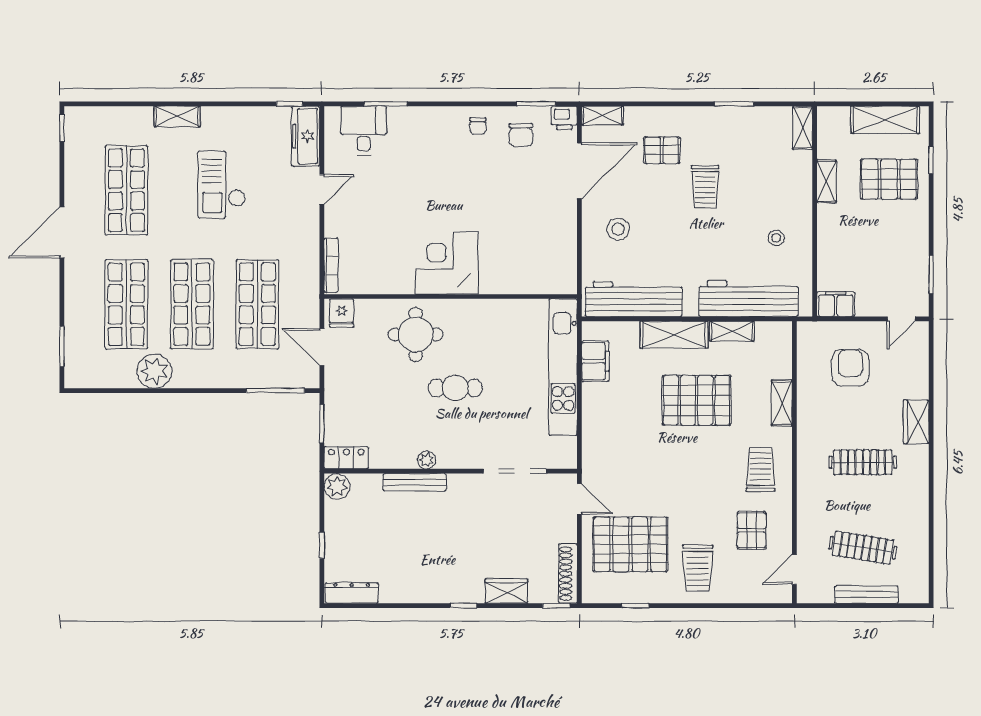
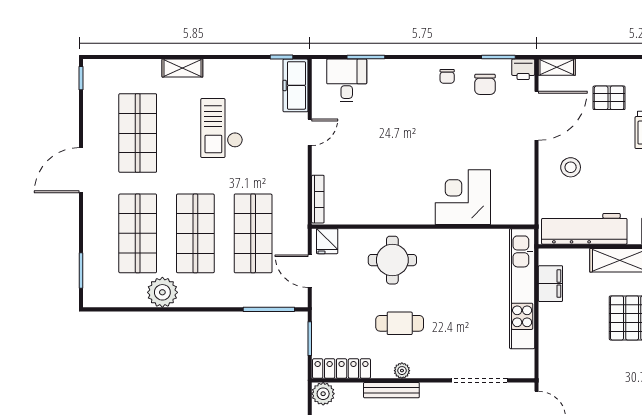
corner desk: (447, 263) -> (463, 197), moved
cafe table: (455, 388) -> (400, 323), moved
locker: (346, 458) -> (342, 369), width x1.53

